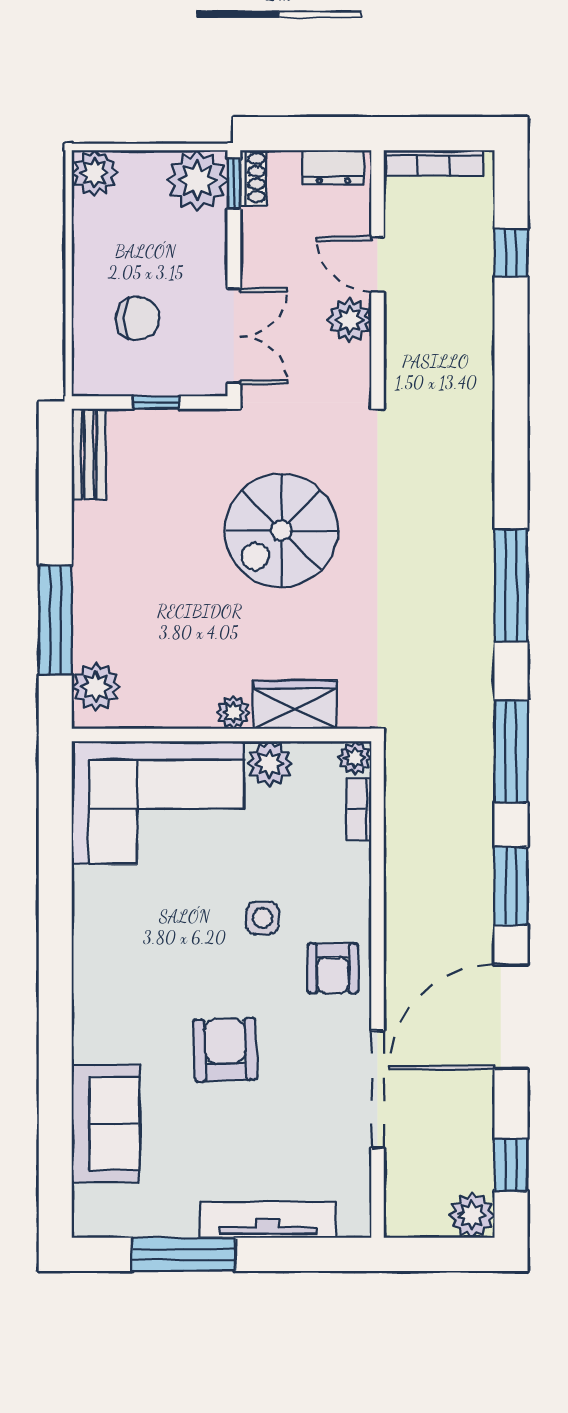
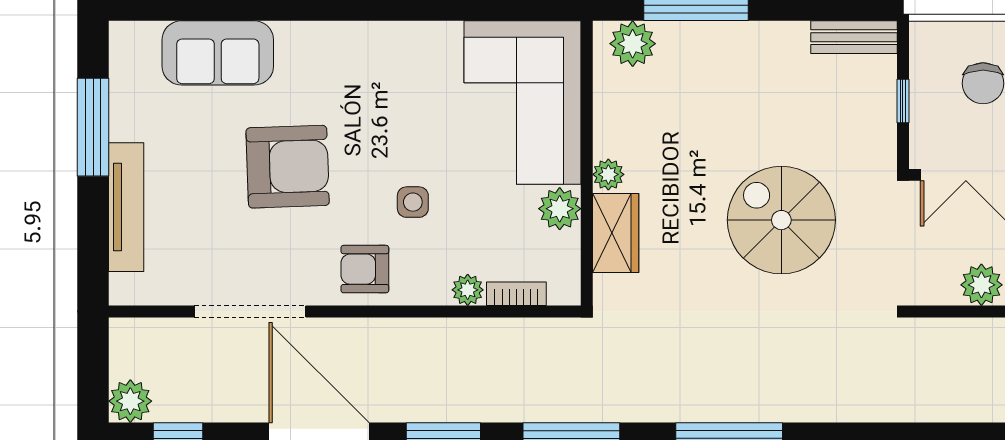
plant: (355, 758) -> (468, 290), moved
armchair: (225, 1050) -> (288, 167), width x1.36, depth x1.36

